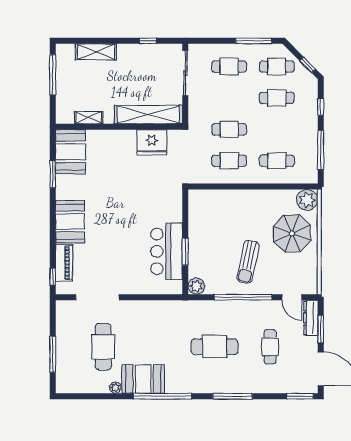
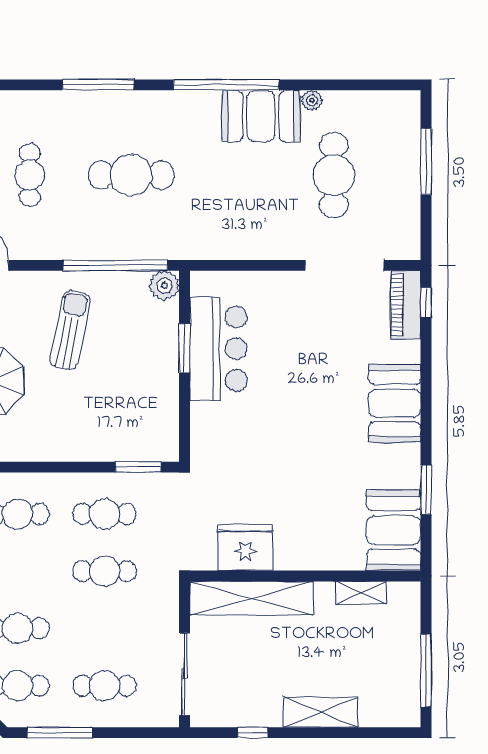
shelving: (96, 52) -> (320, 712), moved
window: (211, 186) -> (138, 467), added
piano: (64, 263) -> (405, 305), moved
window: (243, 297) -> (115, 265), moved

